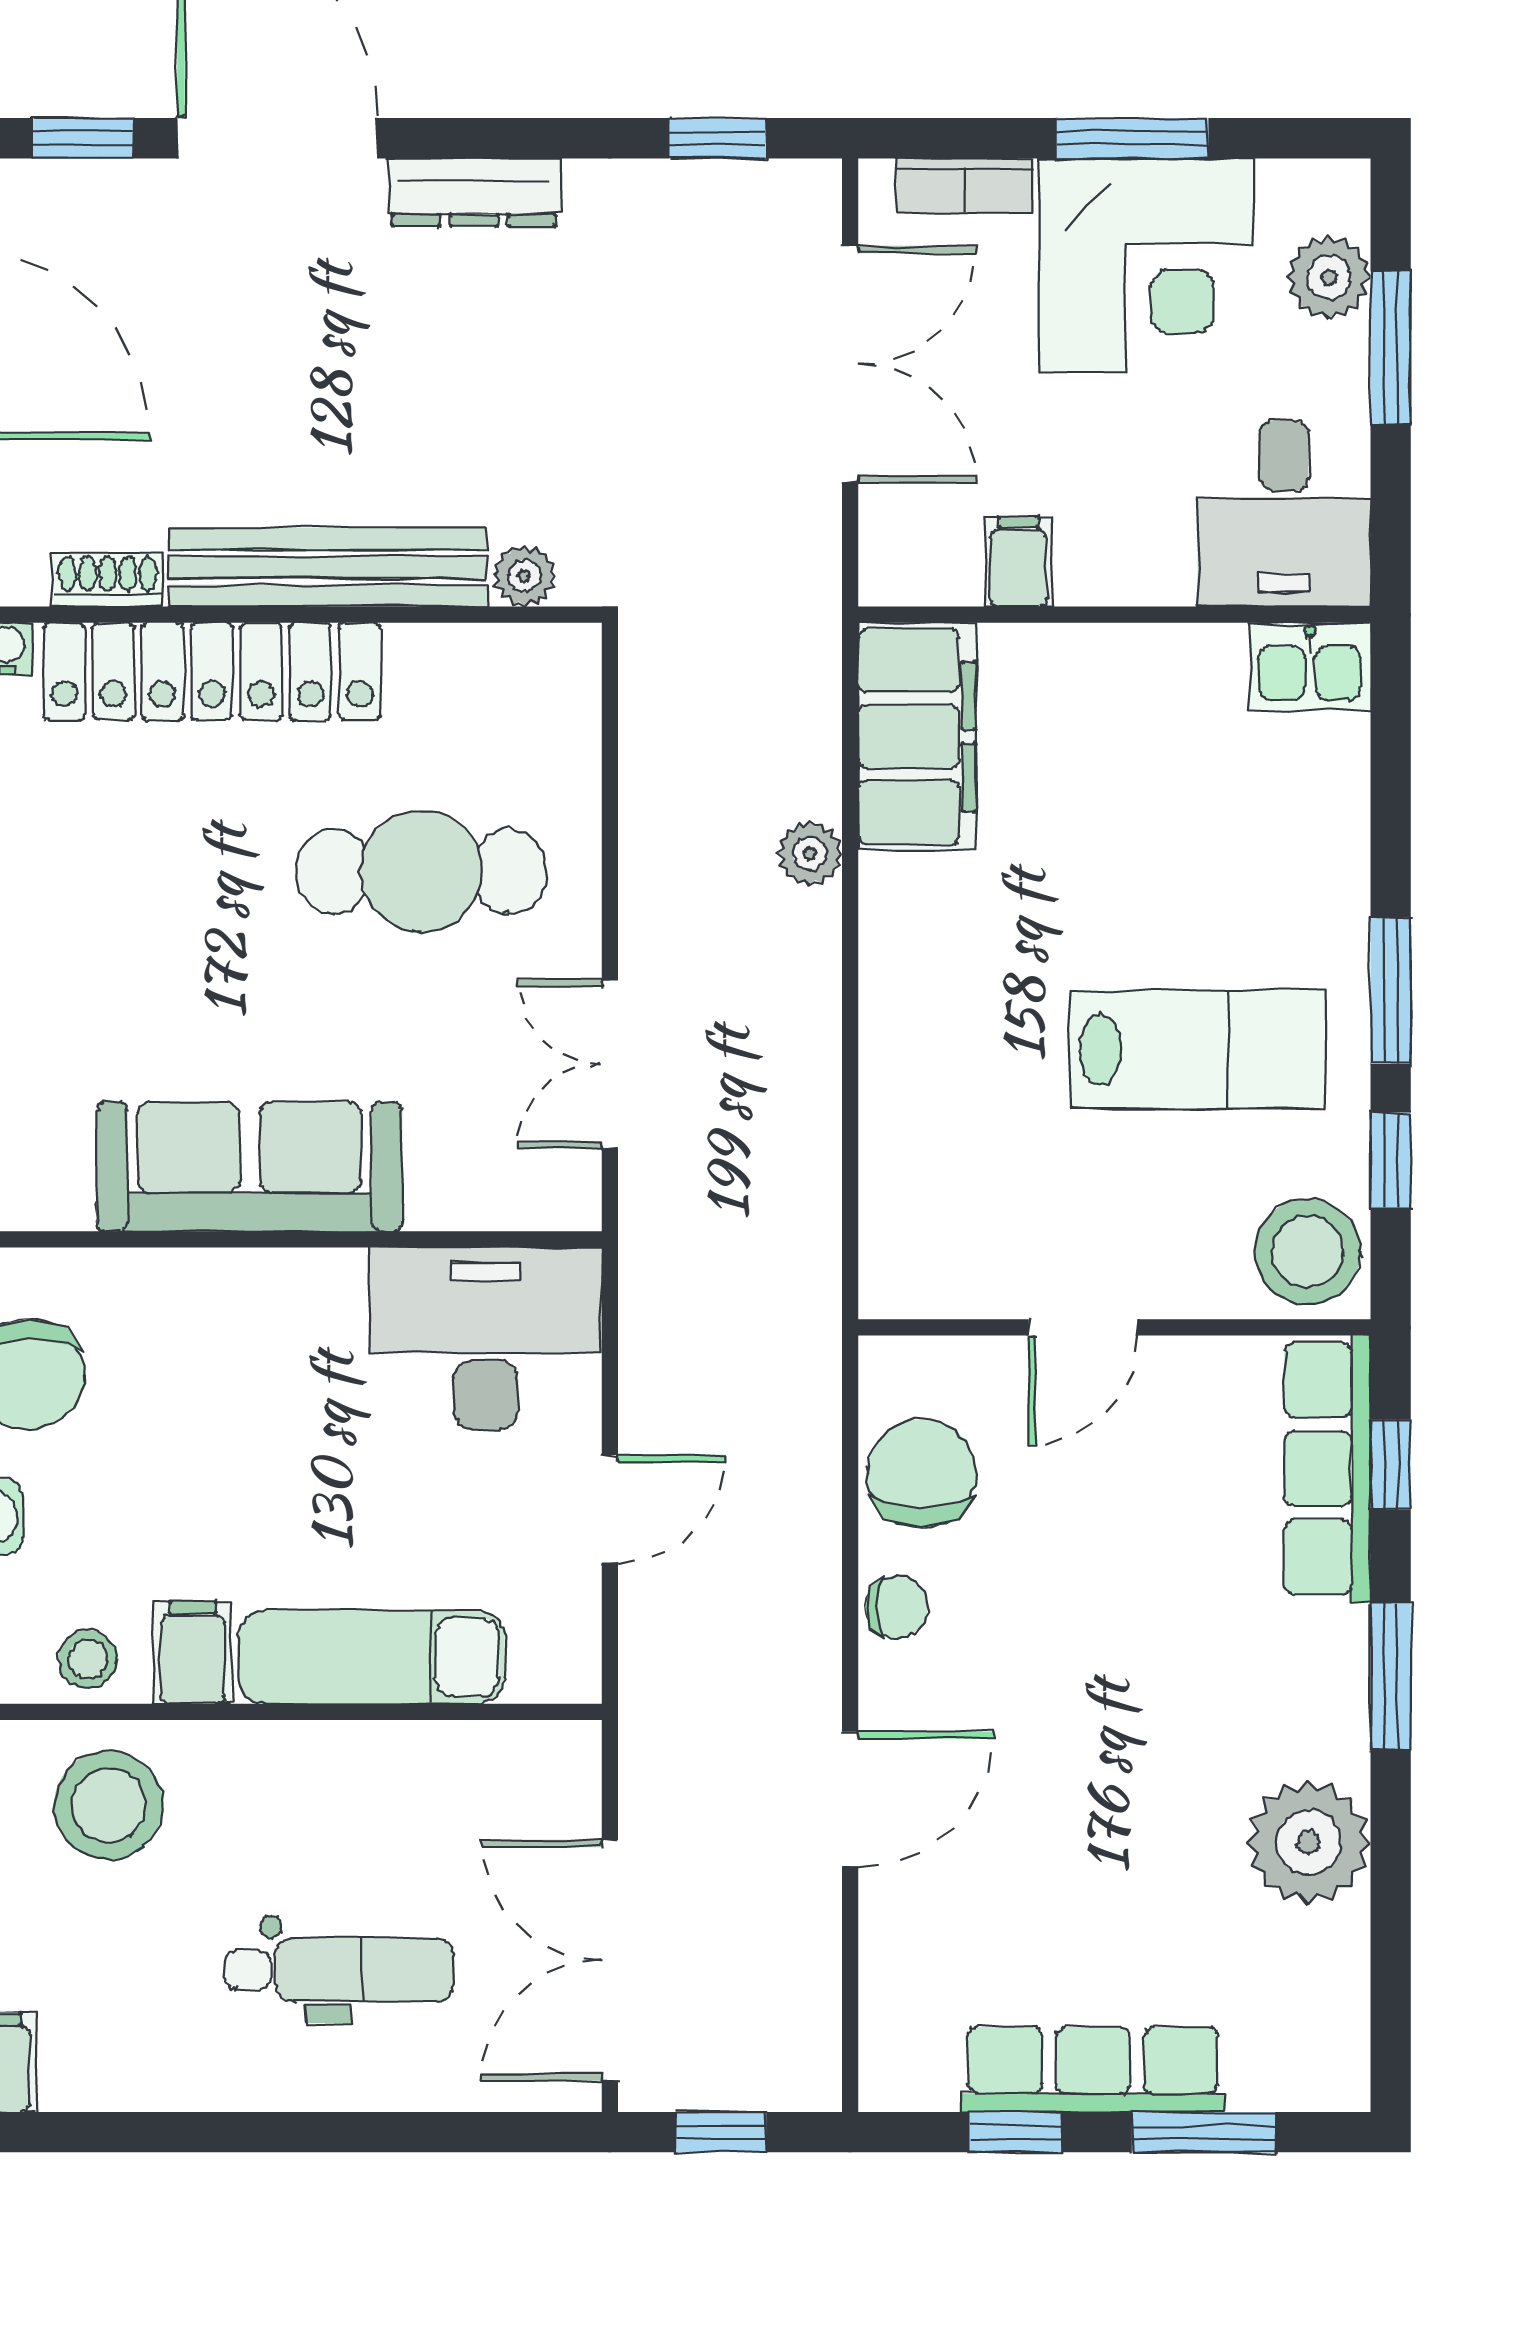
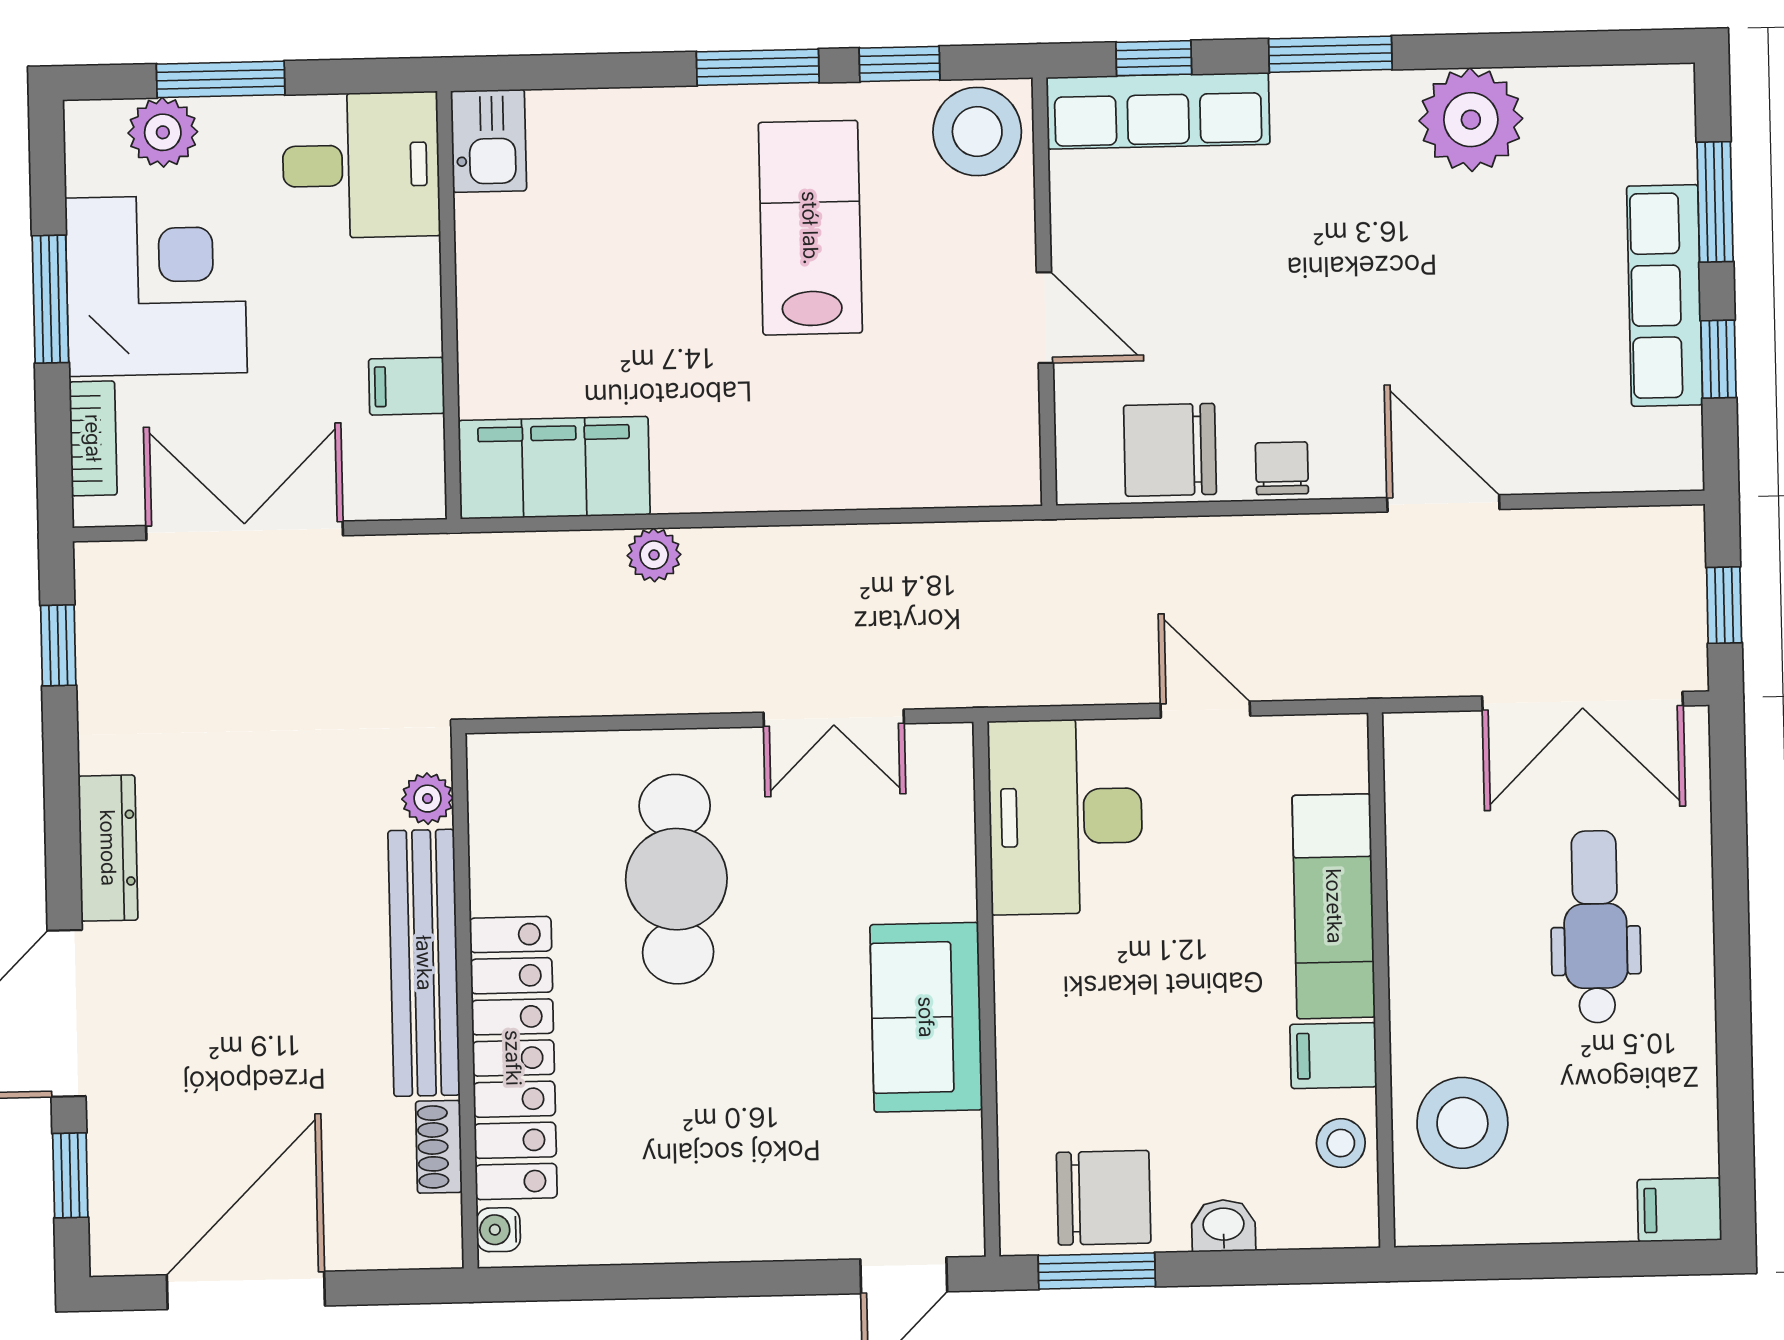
sofa: (249, 1166) -> (926, 1017), width x0.73

